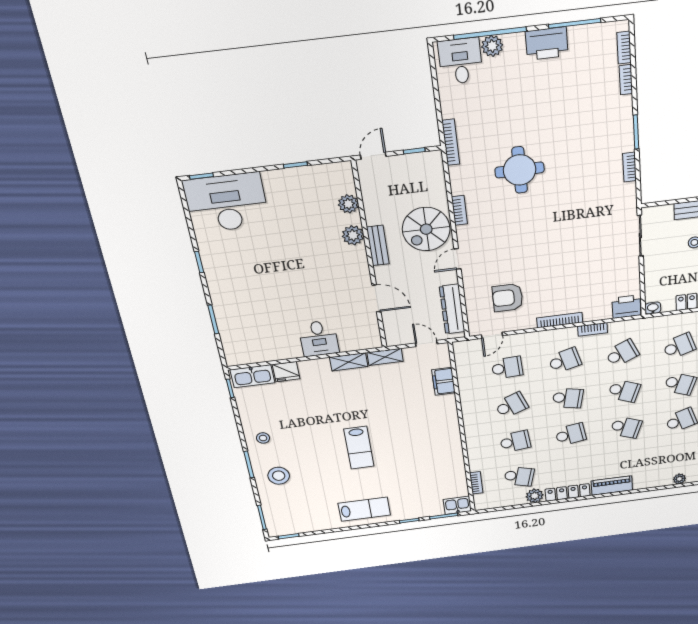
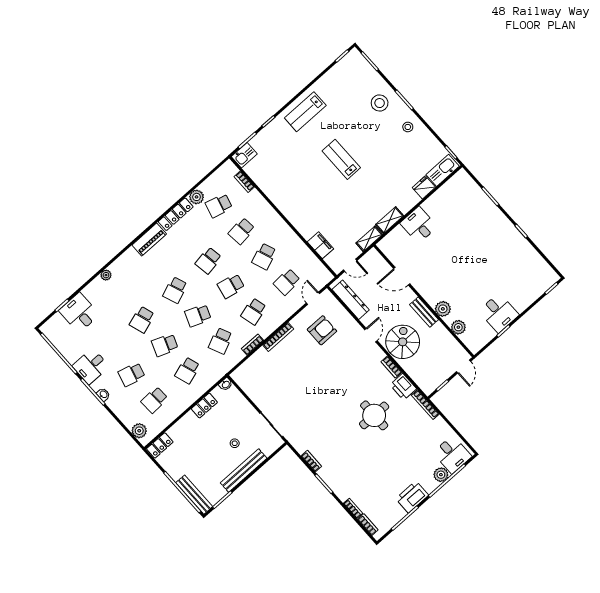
desk: (226, 203) -> (499, 313), moved, width x0.53, depth x0.77
printer: (626, 307) -> (403, 387), moved, turned 90
school desk: (626, 427) -> (175, 290), turned -42

